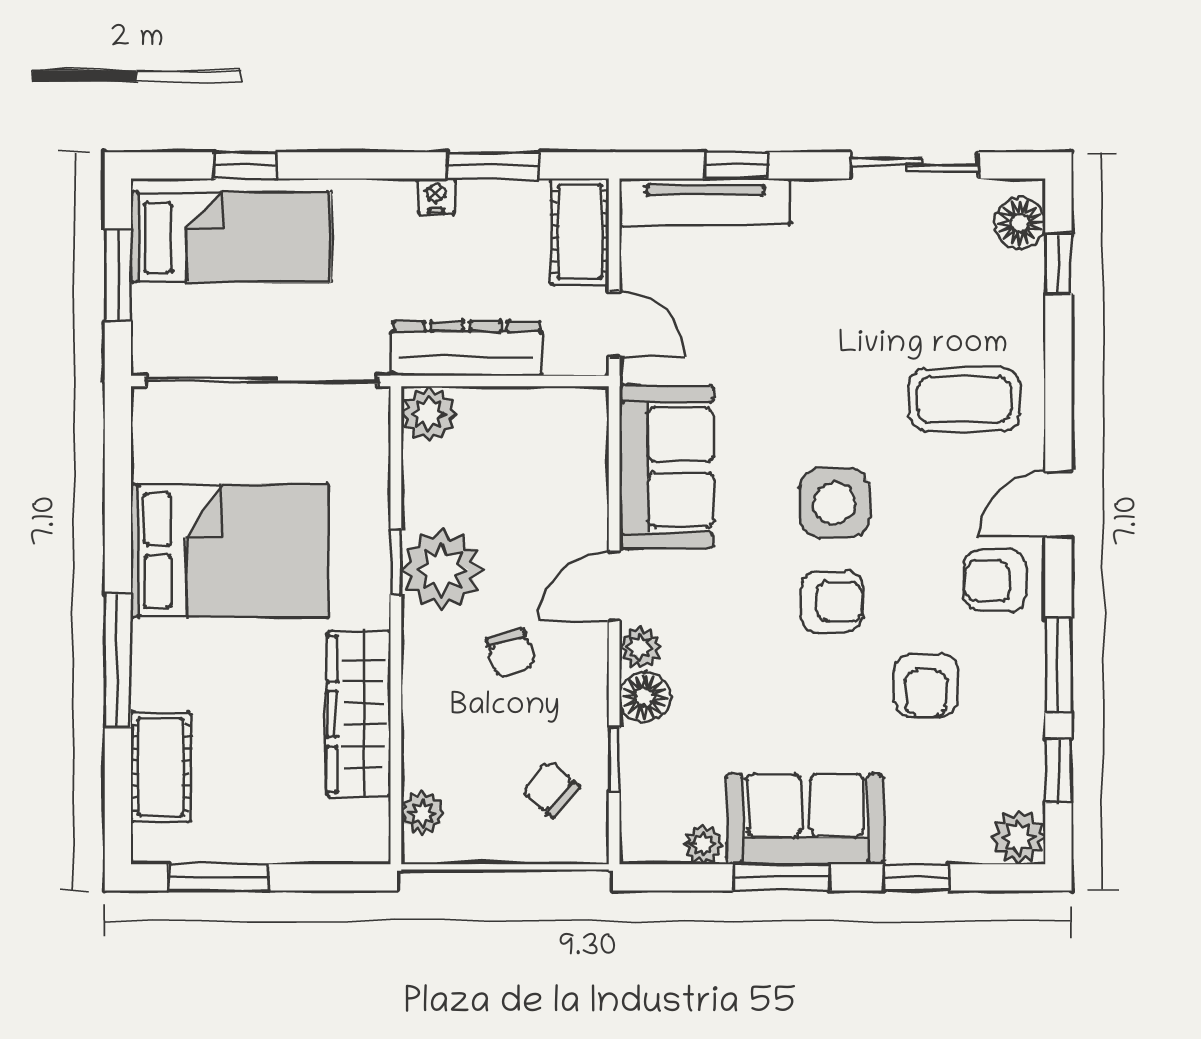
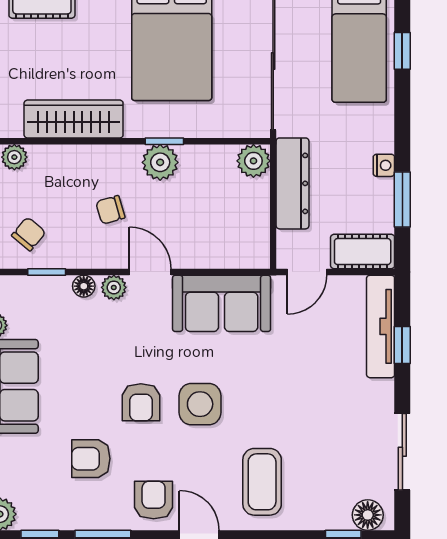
plant: (442, 570) -> (160, 162), width x0.73, depth x0.73
floor lamp: (645, 697) -> (84, 286), width x0.73, depth x0.73

